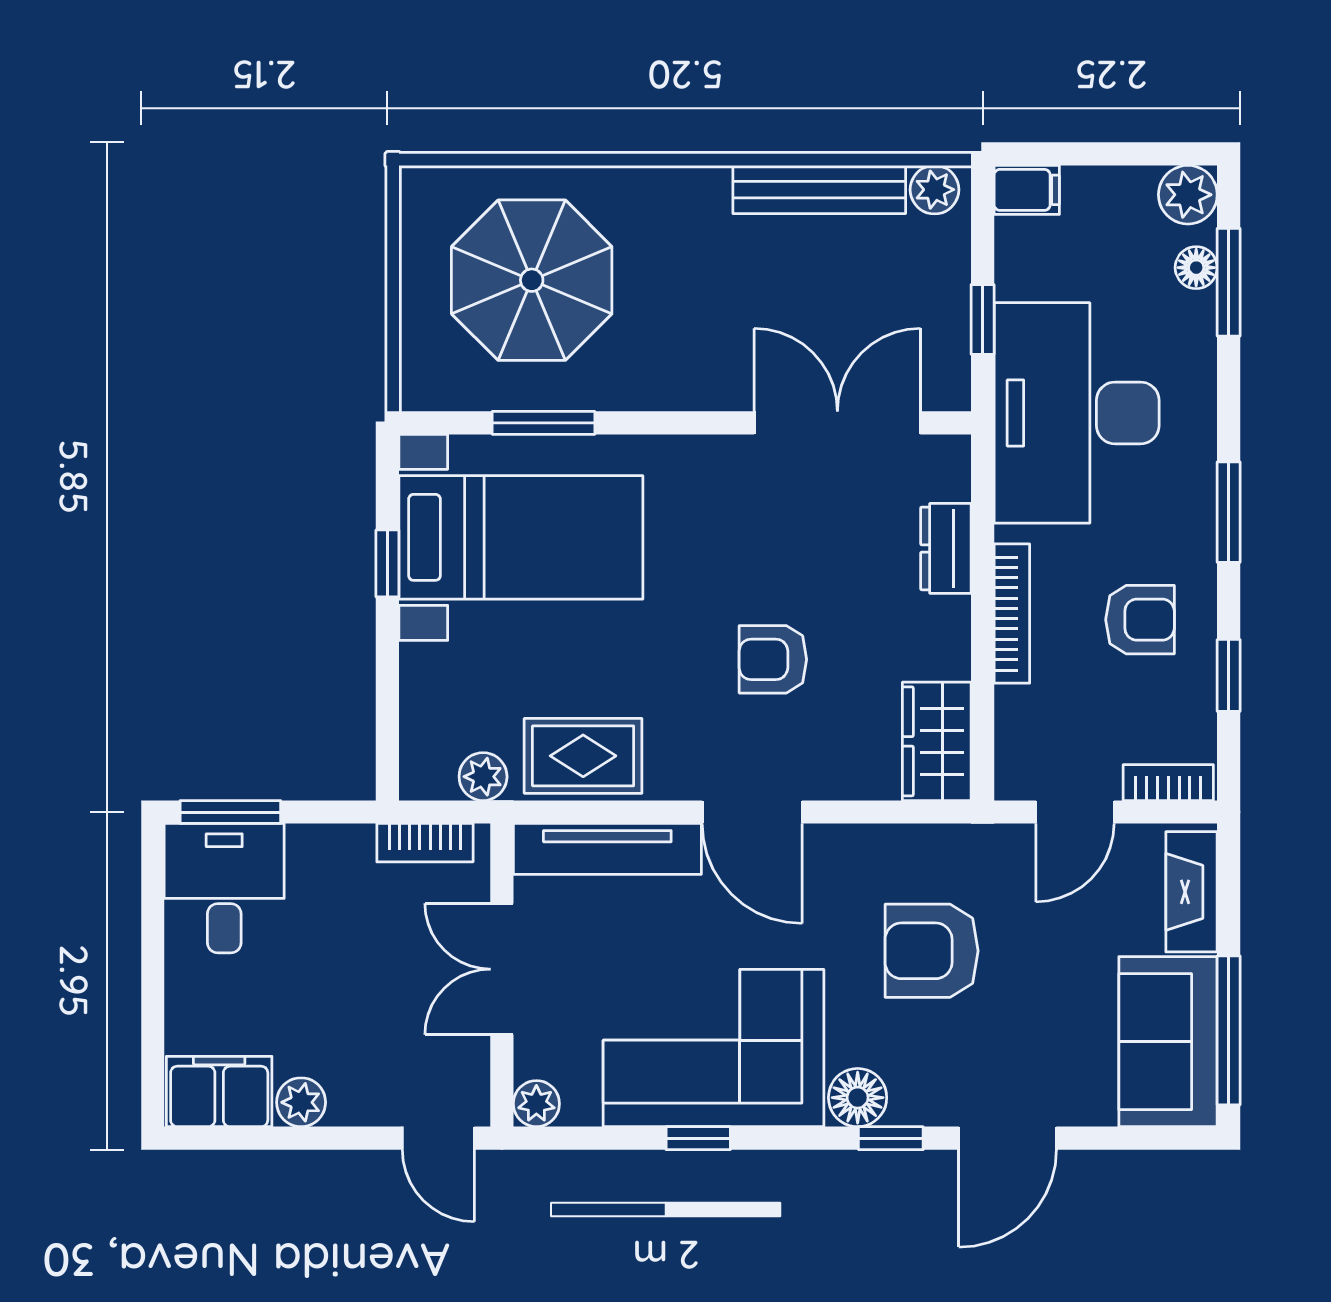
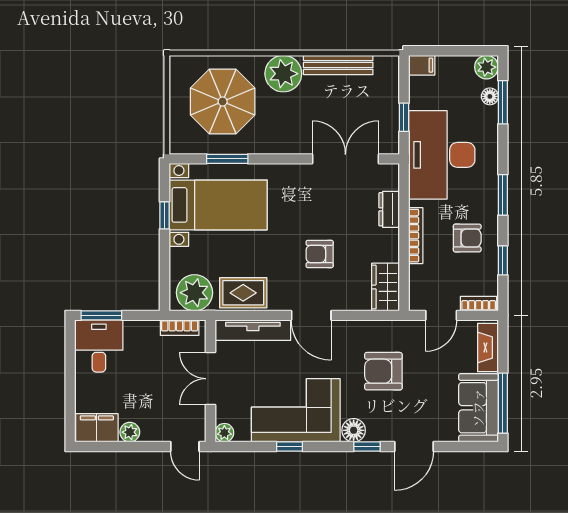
plant: (935, 190) -> (283, 74), moved, width x1.88, depth x1.88
plant: (483, 777) -> (195, 293), width x1.87, depth x1.87

